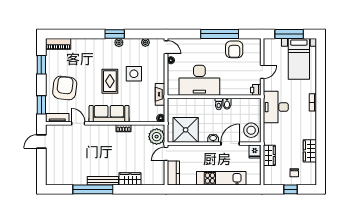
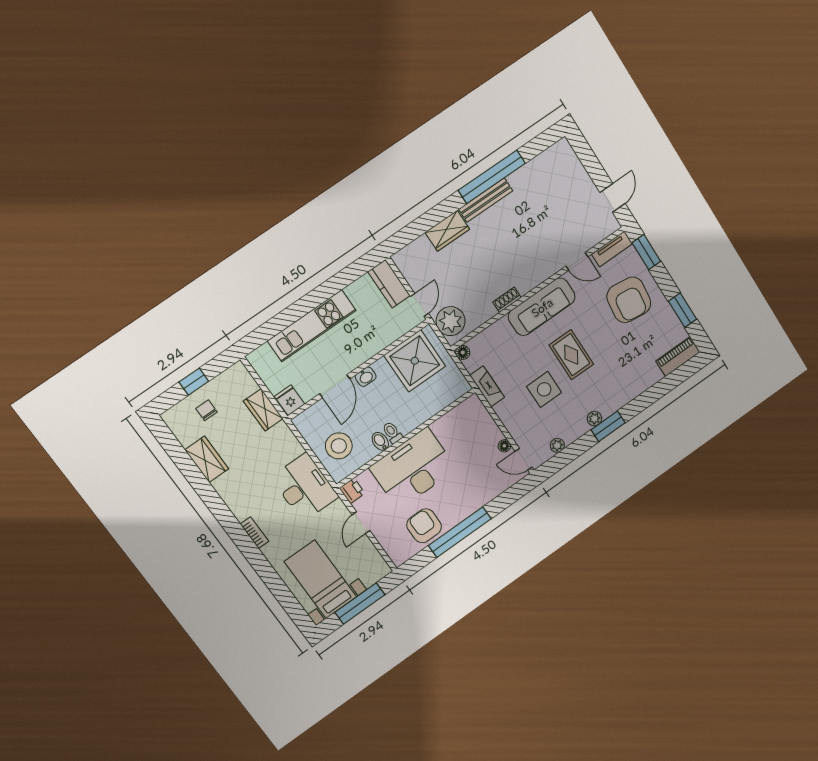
desk: (199, 80) -> (413, 468), moved
stool: (251, 130) -> (339, 446), moved

